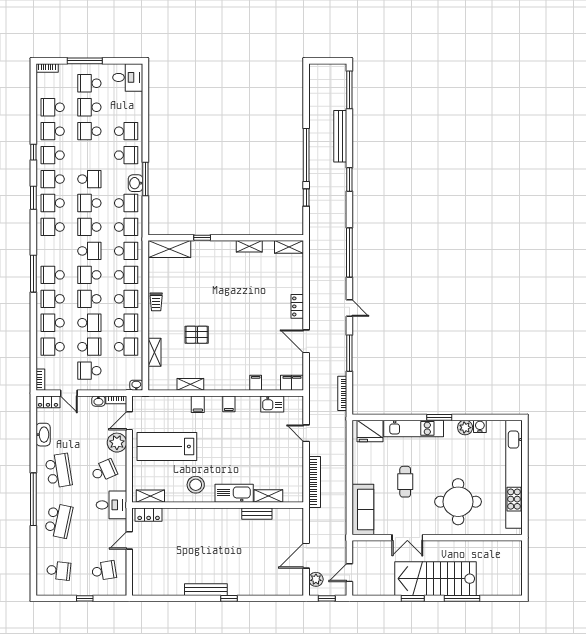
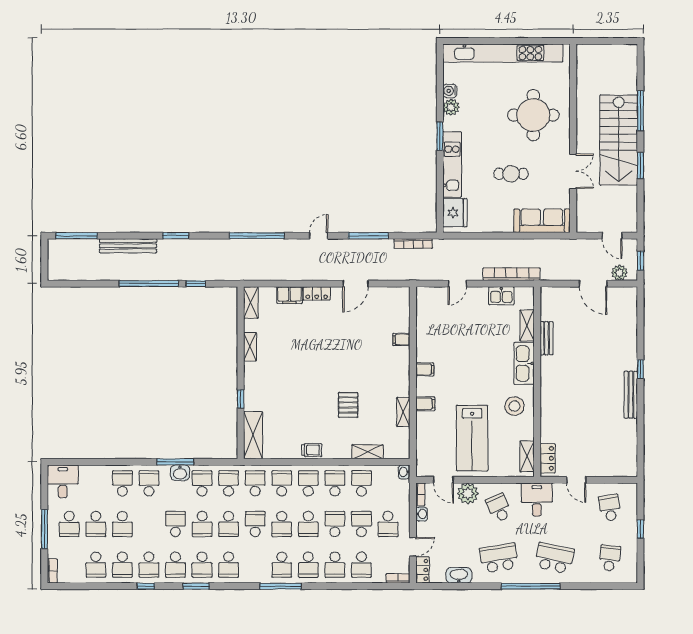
filing cabinet: (292, 383) -> (289, 295), moved, turned -90
kitchen sink: (272, 404) -> (501, 296), moved, turned 90

